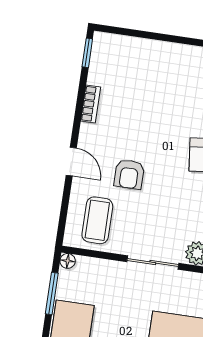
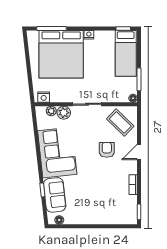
door: (71, 162) -> (139, 152), hinge flipped
coffee table: (97, 220) -> (120, 122), turned -46

